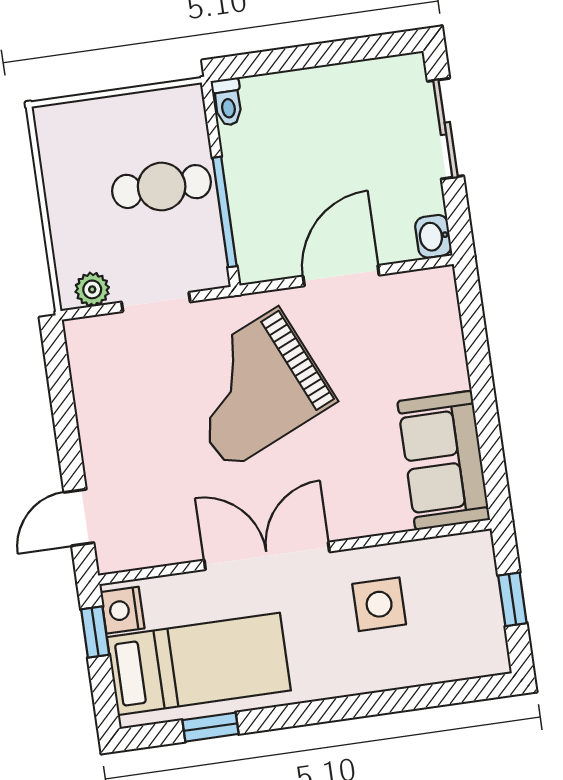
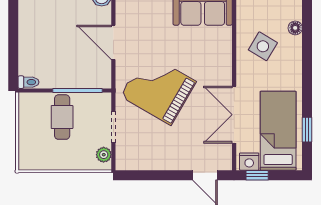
grand piano: (253, 388) -> (158, 89), turned 144
double door: (267, 556) -> (234, 115), moved
side table: (379, 604) -> (263, 46), turned 31
floor lamp: (429, 669) -> (295, 28), added

